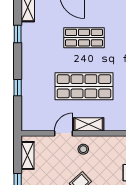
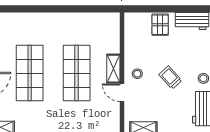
shop shelf: (84, 38) -> (30, 73), width x1.43, depth x1.36

